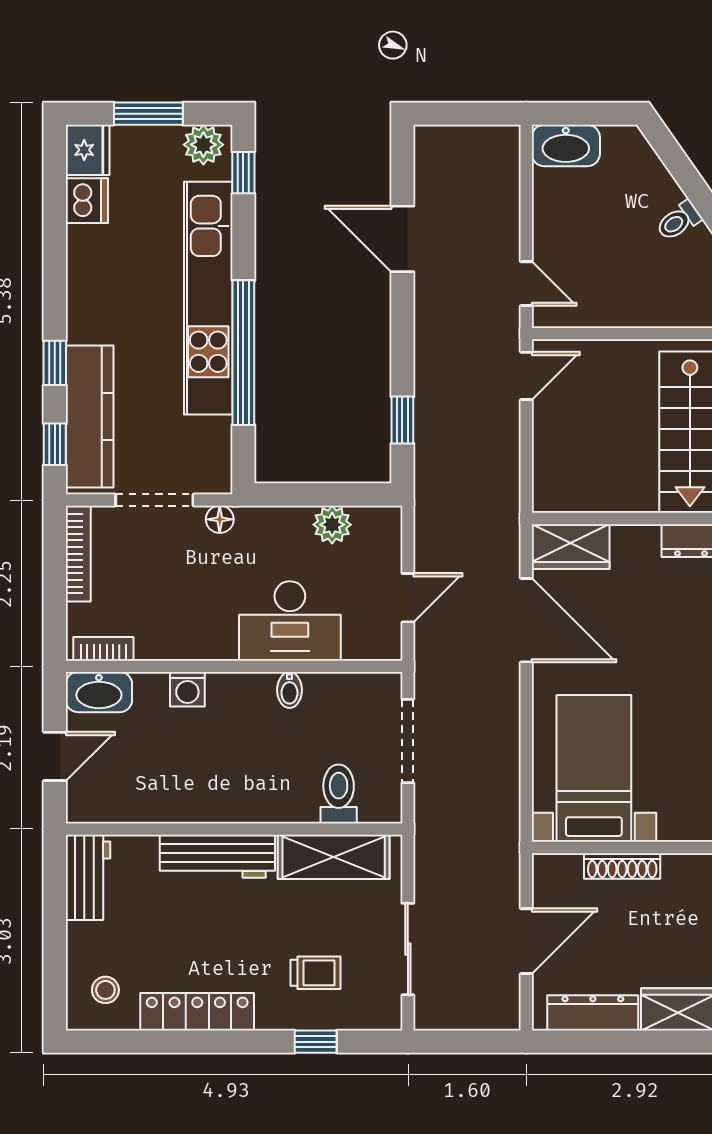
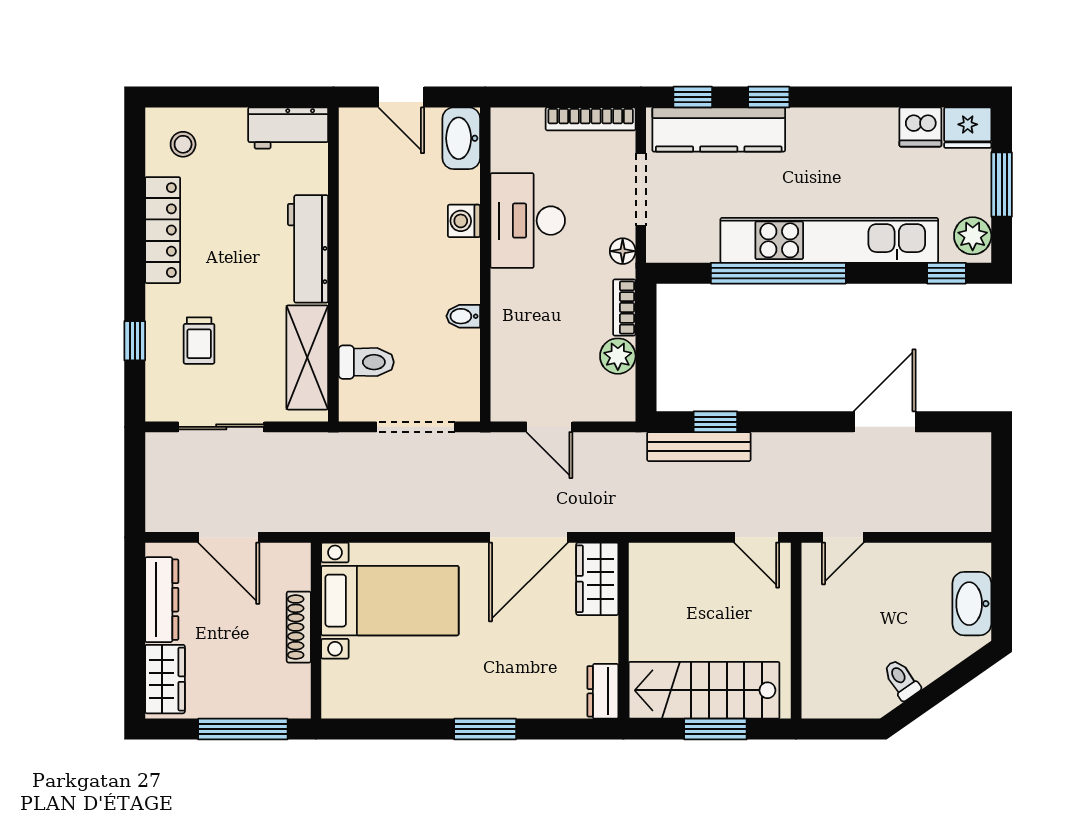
washbasin: (566, 145) -> (972, 604), moved
bench: (429, 438) -> (699, 447), added
desk: (290, 621) -> (528, 221), moved
bookcase: (103, 649) -> (624, 307), moved, turned 180

